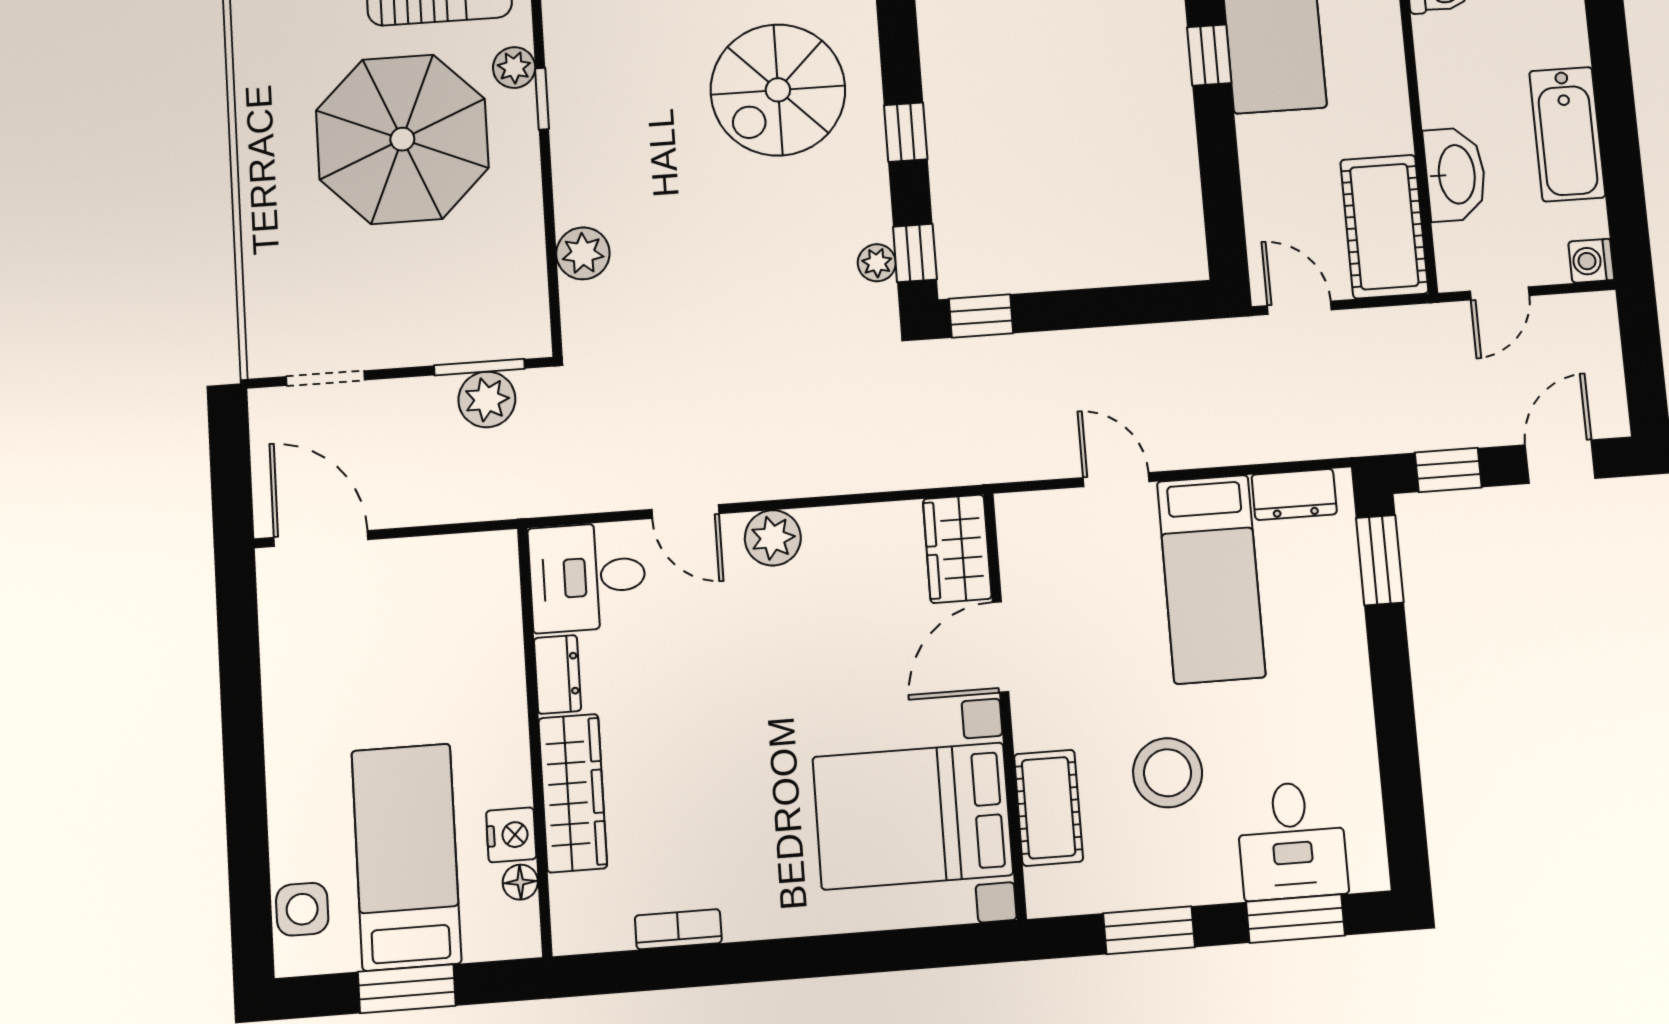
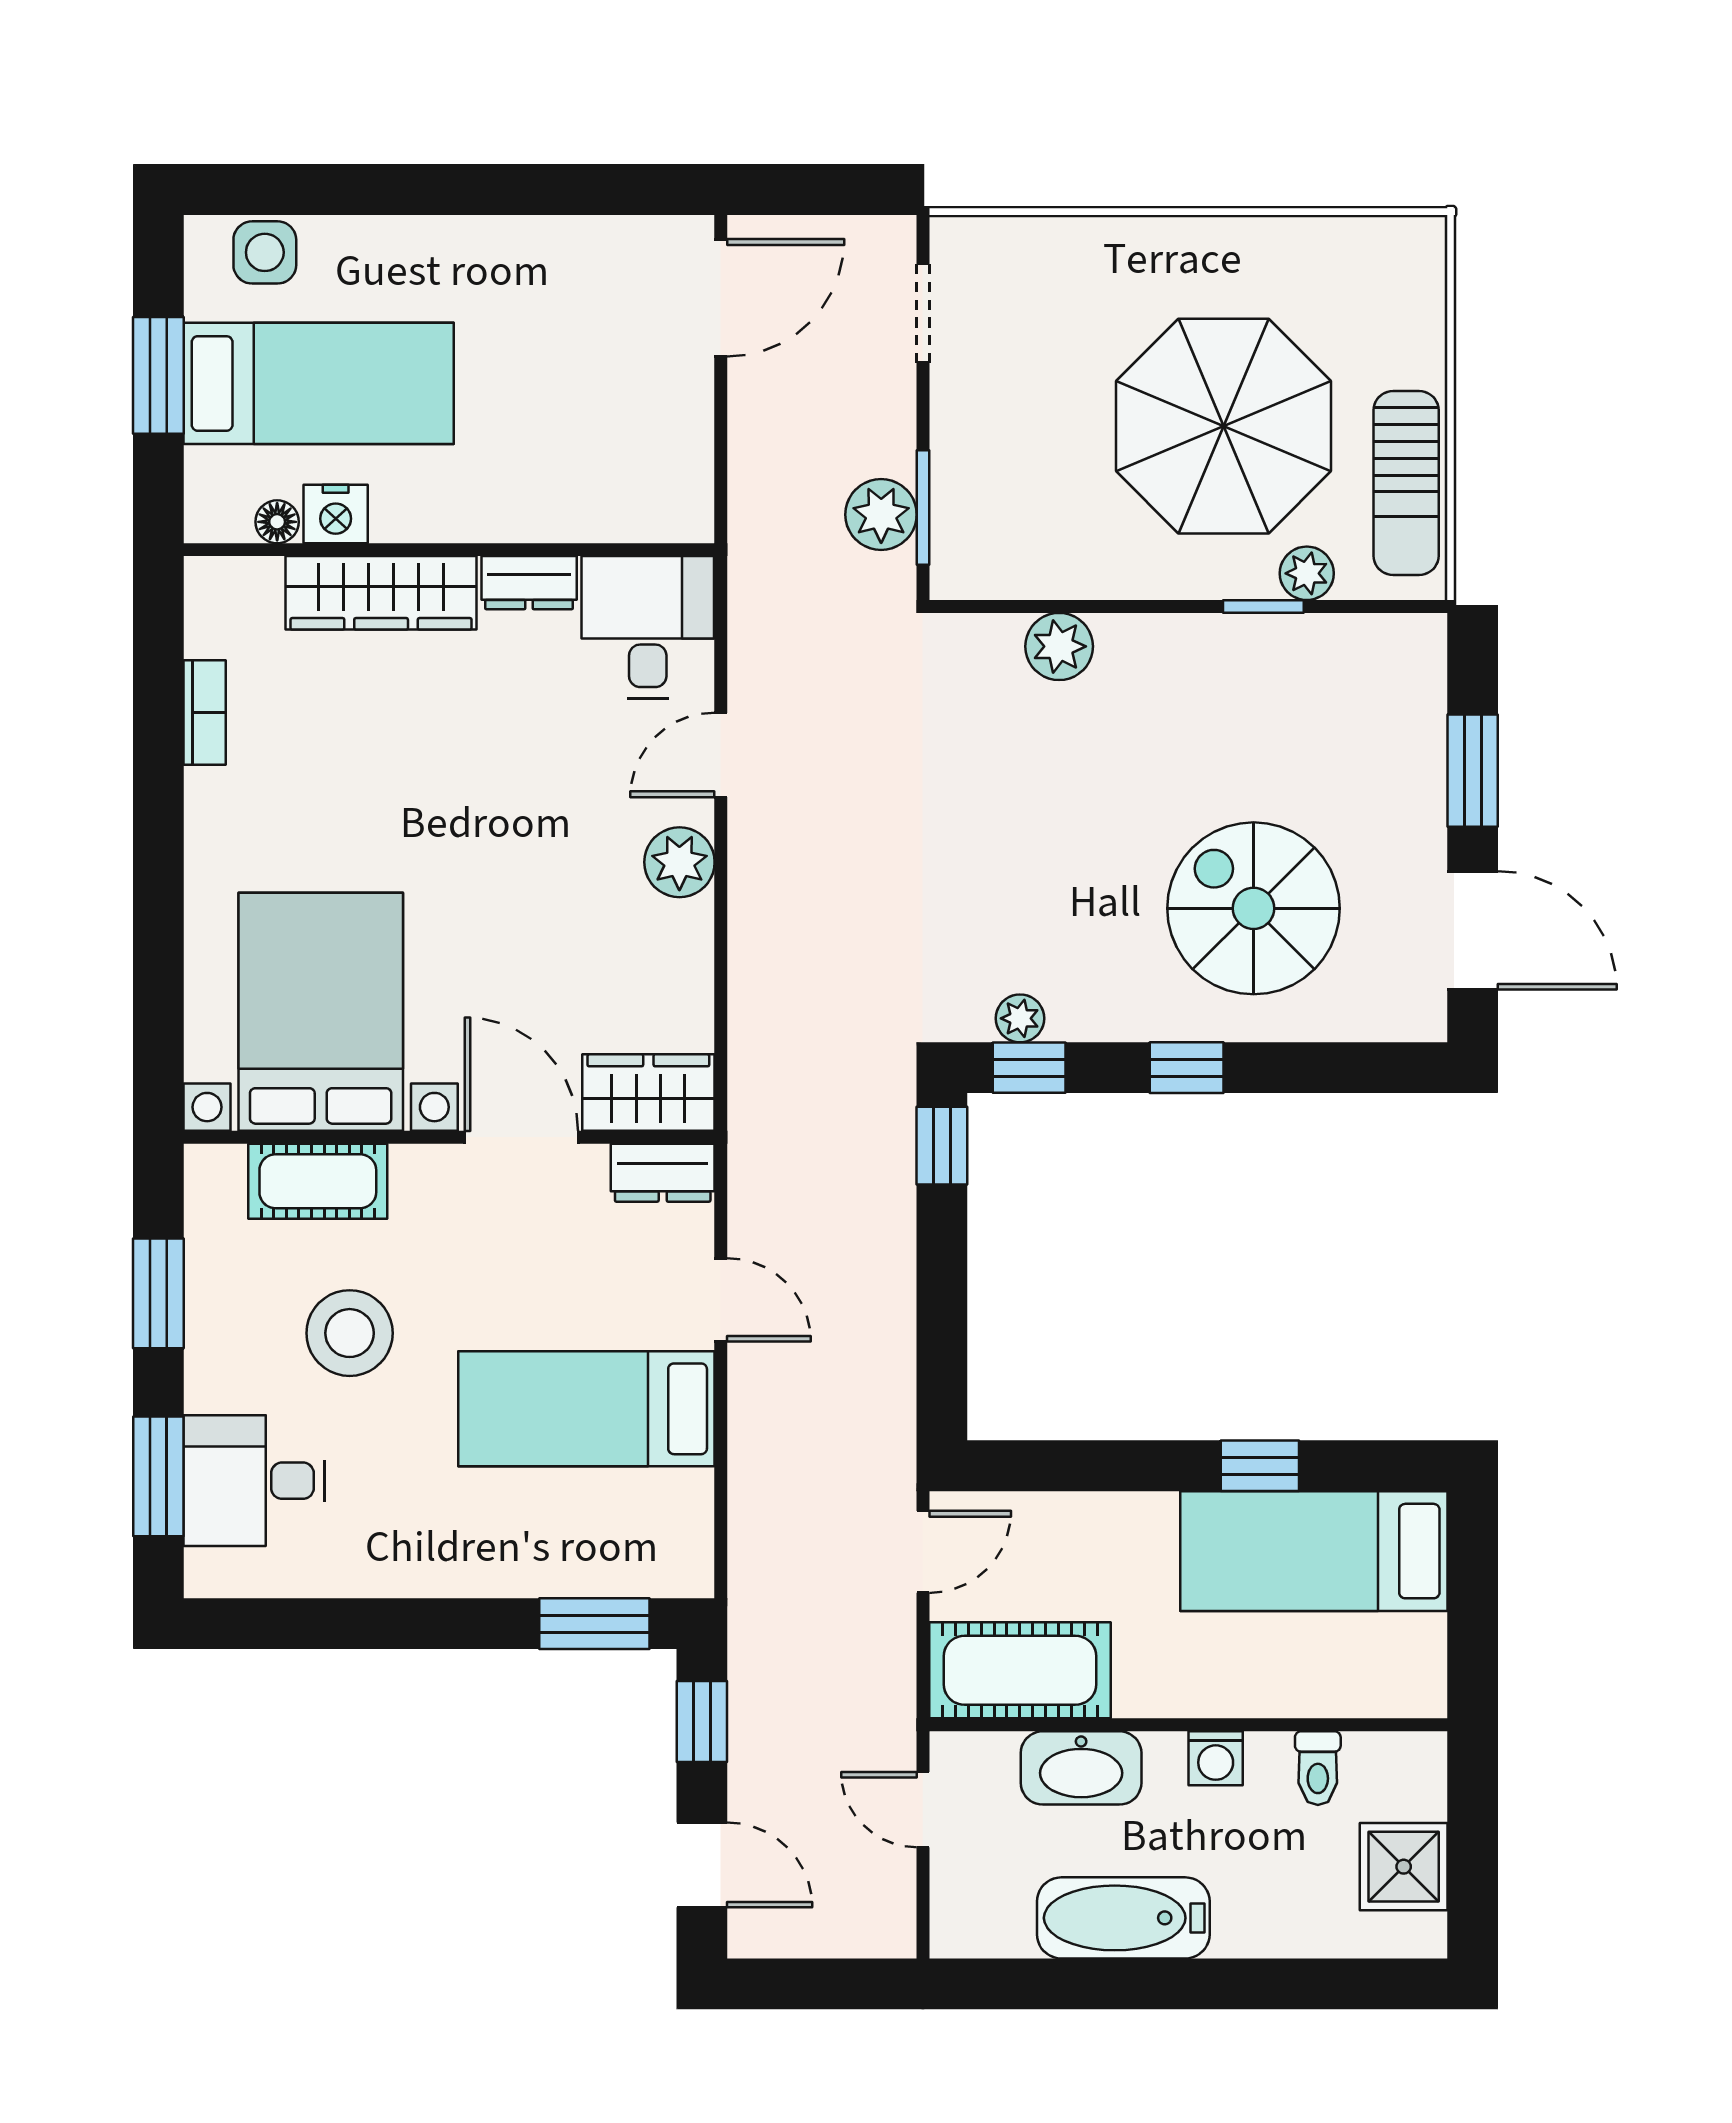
washing machine: (1591, 261) -> (1216, 1758), moved, turned 180
door: (1116, 480) -> (721, 1300), hinge flipped
dresser: (1294, 494) -> (663, 1173), moved, turned -90

